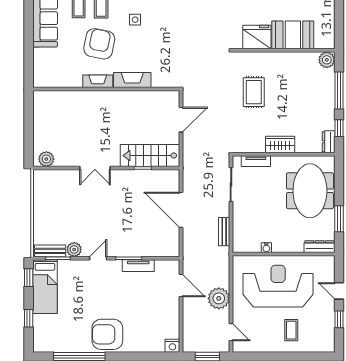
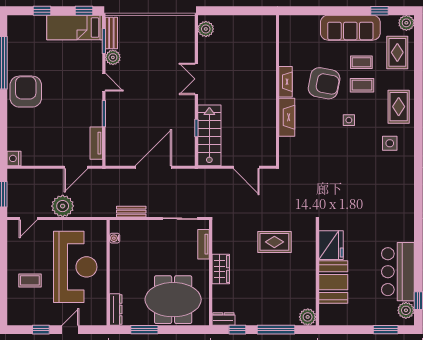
water cooler: (266, 248) -> (115, 238), moved
tv unit: (138, 266) -> (96, 143), moved

